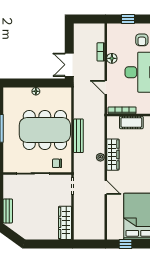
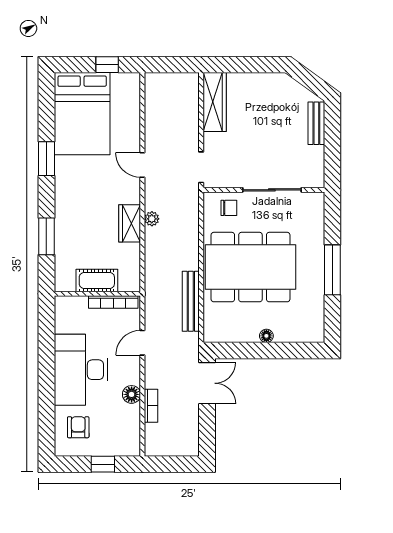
door: (106, 87) -> (142, 343), swing flipped
bench: (78, 136) -> (191, 301), moved
wardrobe: (113, 155) -> (130, 223), width x0.67

